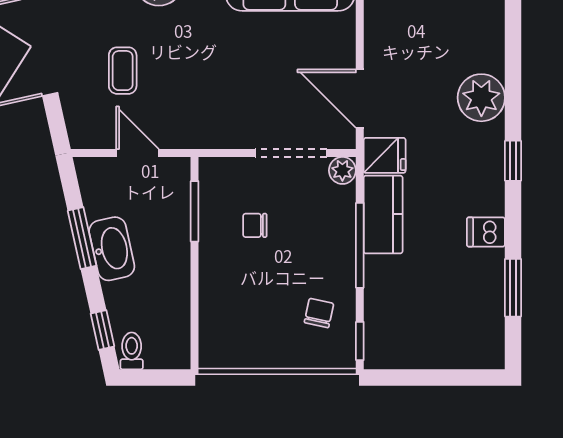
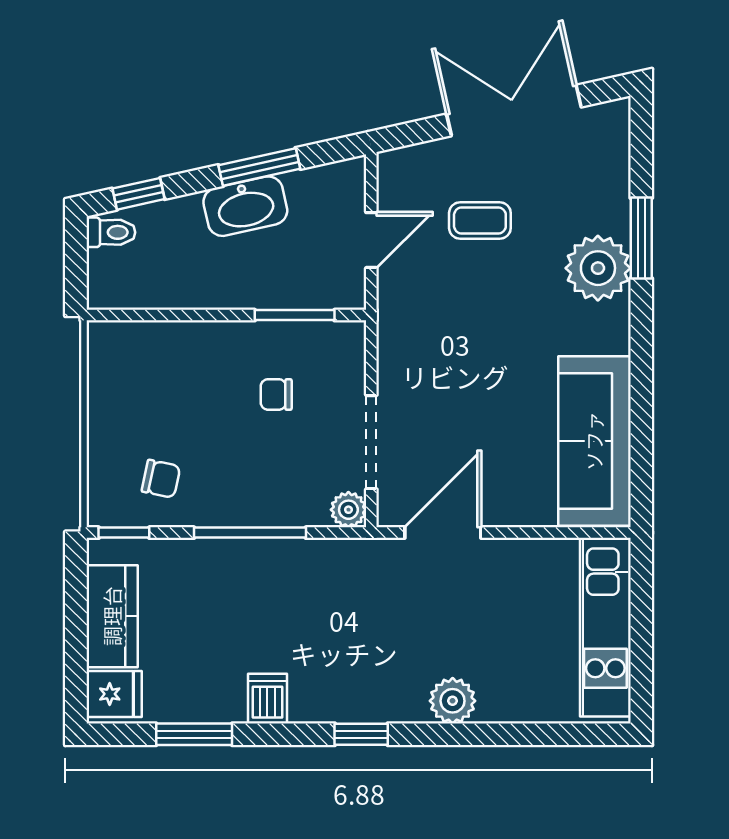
plant: (481, 98) -> (453, 701), width x0.73, depth x0.73
fridge: (385, 155) -> (114, 694), moved, turned -90
kitchen counter: (383, 214) -> (112, 616), moved, turned -90
chair: (255, 225) -> (276, 394), turned -90

